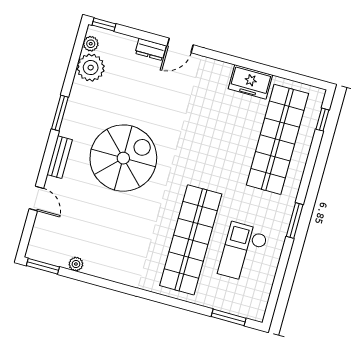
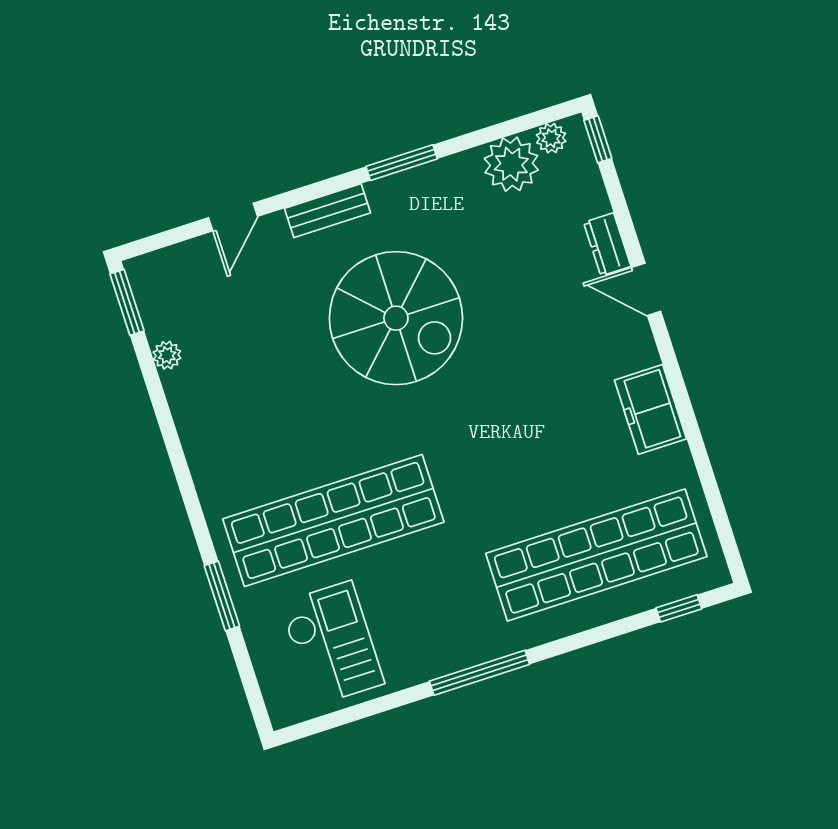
freezer: (250, 82) -> (651, 409), moved
window: (295, 221) -> (480, 673), width x1.44
checkout: (243, 252) -> (332, 643), moved, turned 90
window: (229, 317) -> (222, 596), moved

